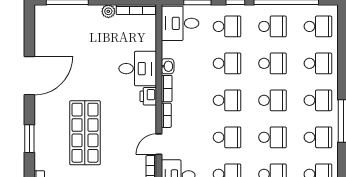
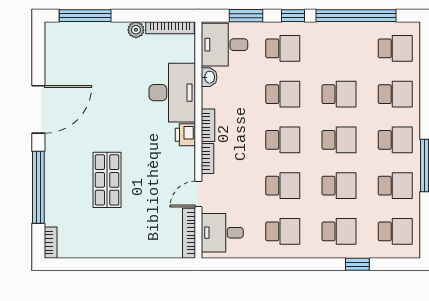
school desk: (272, 26) -> (339, 48), removed
washbasin: (168, 66) -> (209, 77), moved
desk: (138, 69) -> (172, 93), width x1.37
shop shelf: (85, 133) -> (107, 180), width x0.70, depth x0.74
window: (29, 139) -> (38, 187), width x2.11

